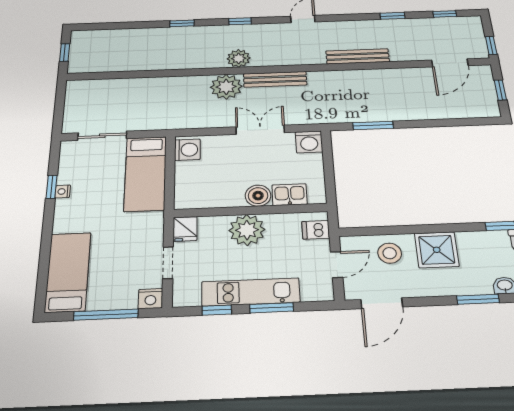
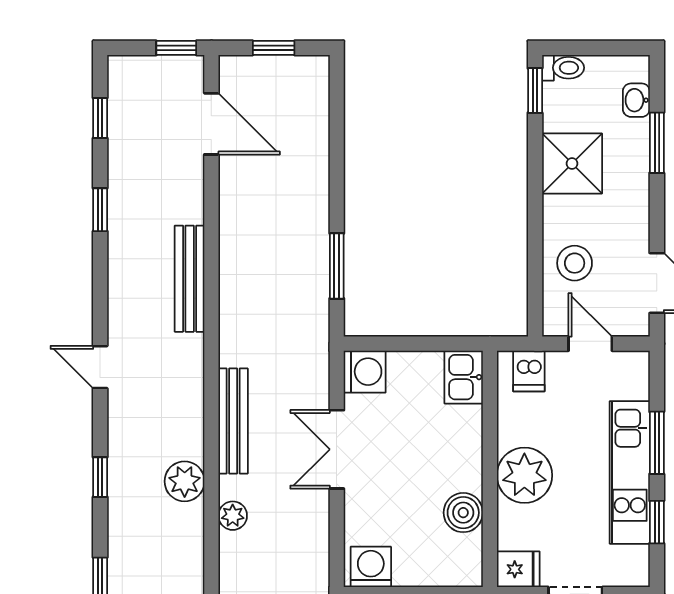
plant: (226, 87) -> (233, 516), width x0.53, depth x0.53
kitchen sink: (290, 195) -> (464, 377), moved
boiler: (258, 196) -> (463, 513), moved
shower: (437, 250) -> (572, 164), moved

